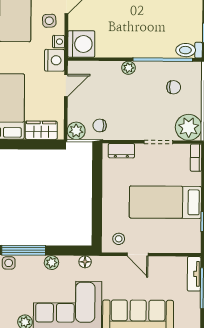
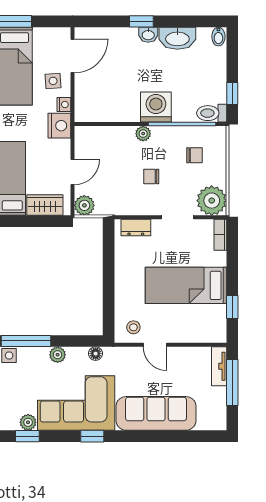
washing machine: (81, 44) -> (156, 107), moved, turned -90
door: (66, 86) -> (72, 172), moved
chair: (100, 125) -> (151, 176), moved

